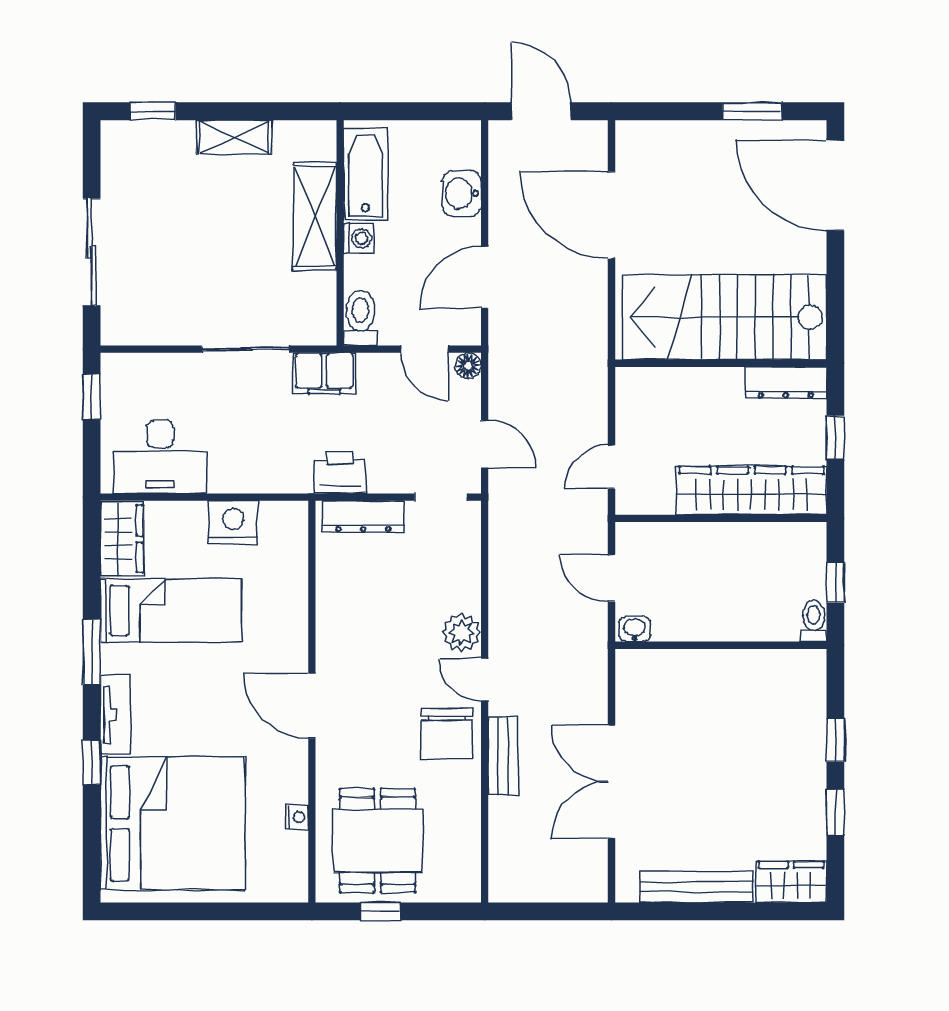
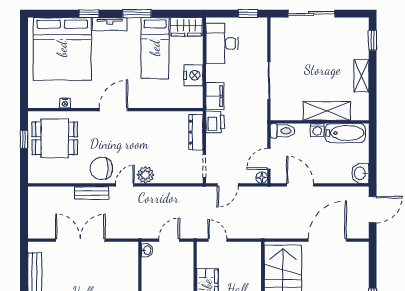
washbasin: (462, 193) -> (360, 173), moved, turned -90
filing cabinet: (324, 373) -> (215, 96), moved, turned 180

